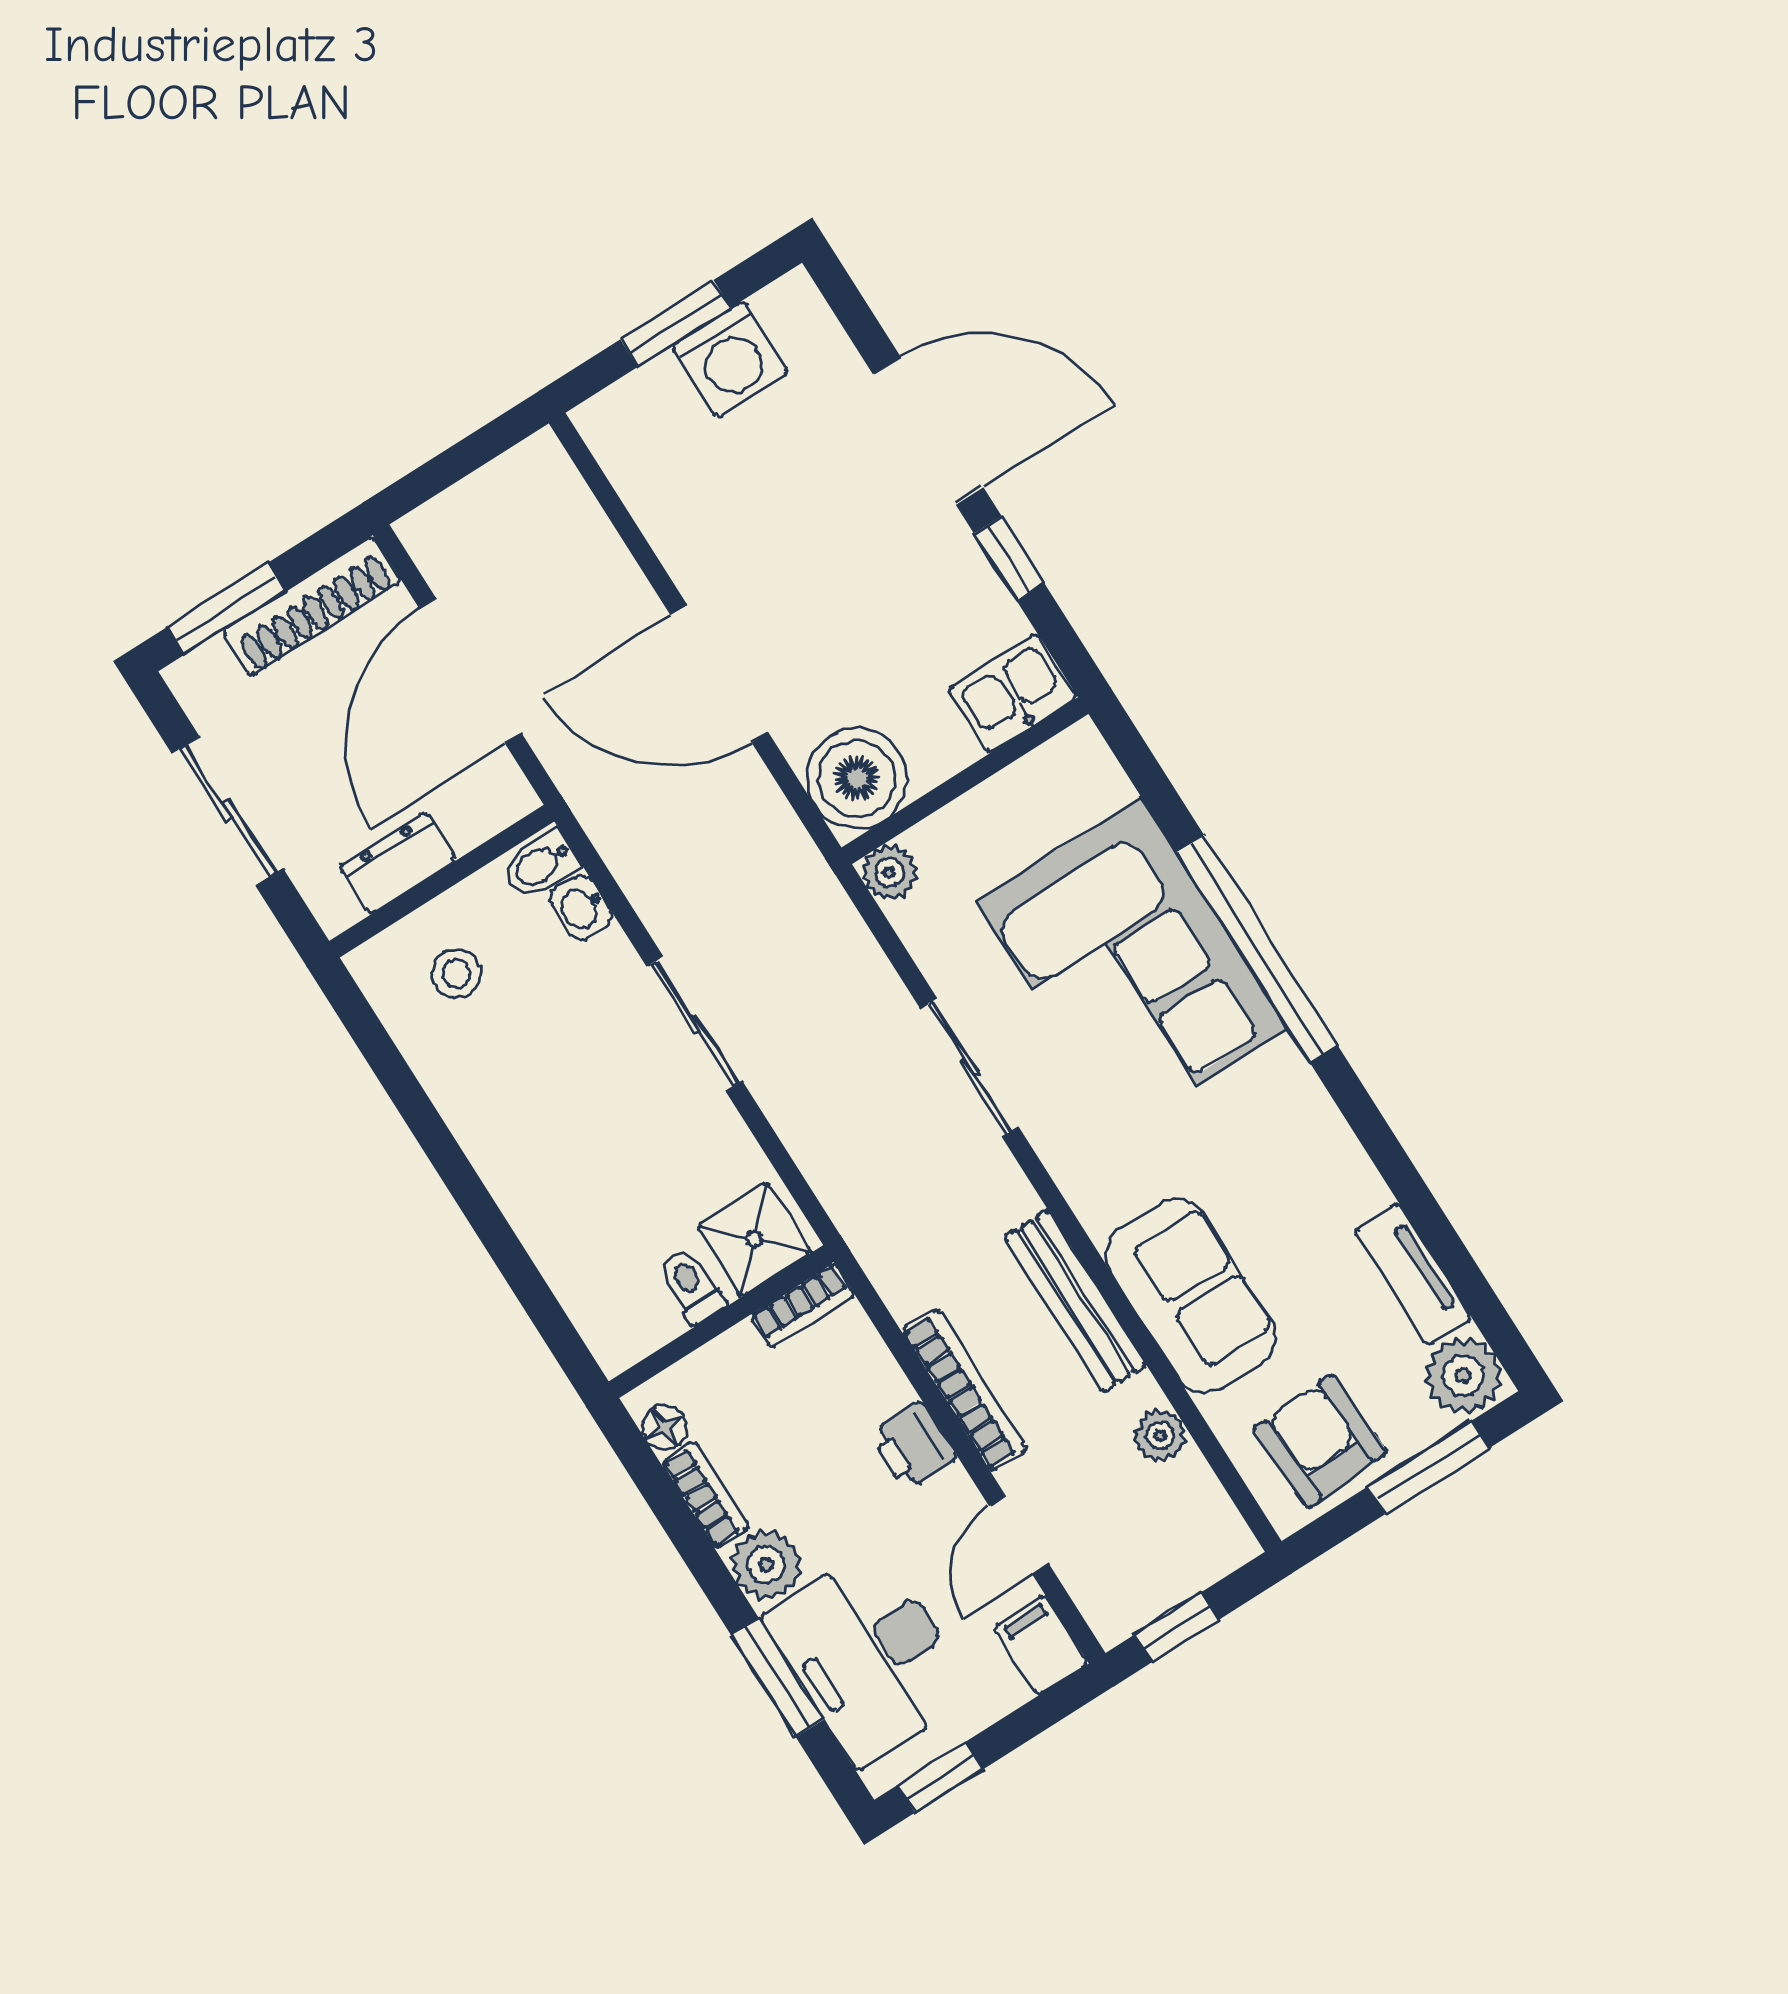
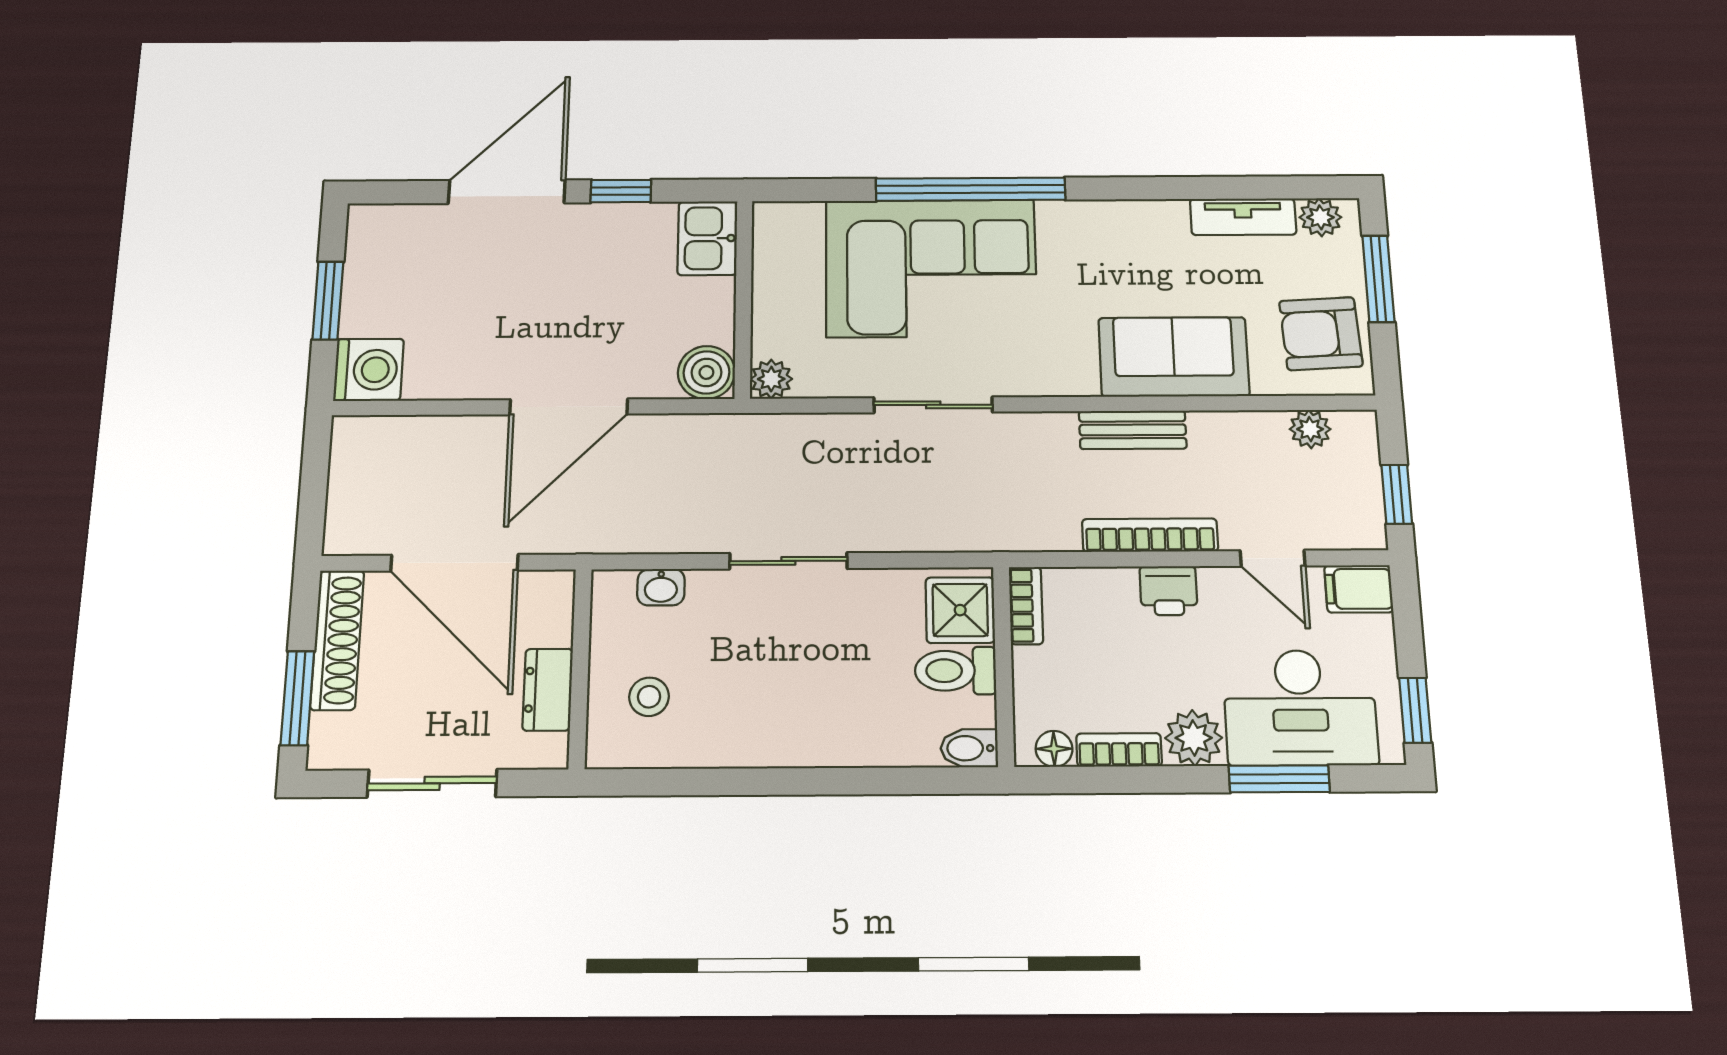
washing machine: (730, 359) -> (369, 370), moved
boiler: (857, 778) -> (706, 372), width x0.73, depth x0.73
bidet: (541, 865) -> (969, 748), moved, turned 90
toilet: (692, 1286) -> (955, 671), width x1.37, depth x1.39
bench: (1075, 1301) -> (1133, 430), width x0.73
plant: (1463, 1375) -> (1320, 217), width x0.73, depth x0.73
plant: (1160, 1435) -> (1310, 429), moved

